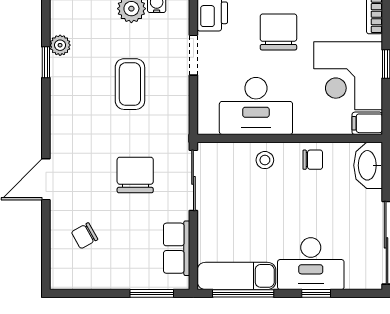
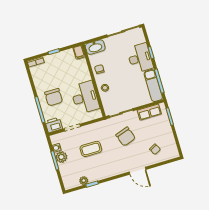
chair: (278, 32) -> (54, 97), turned -90
corner desk: (348, 76) -> (63, 65), removed
chair: (135, 175) -> (126, 137), turned -109

